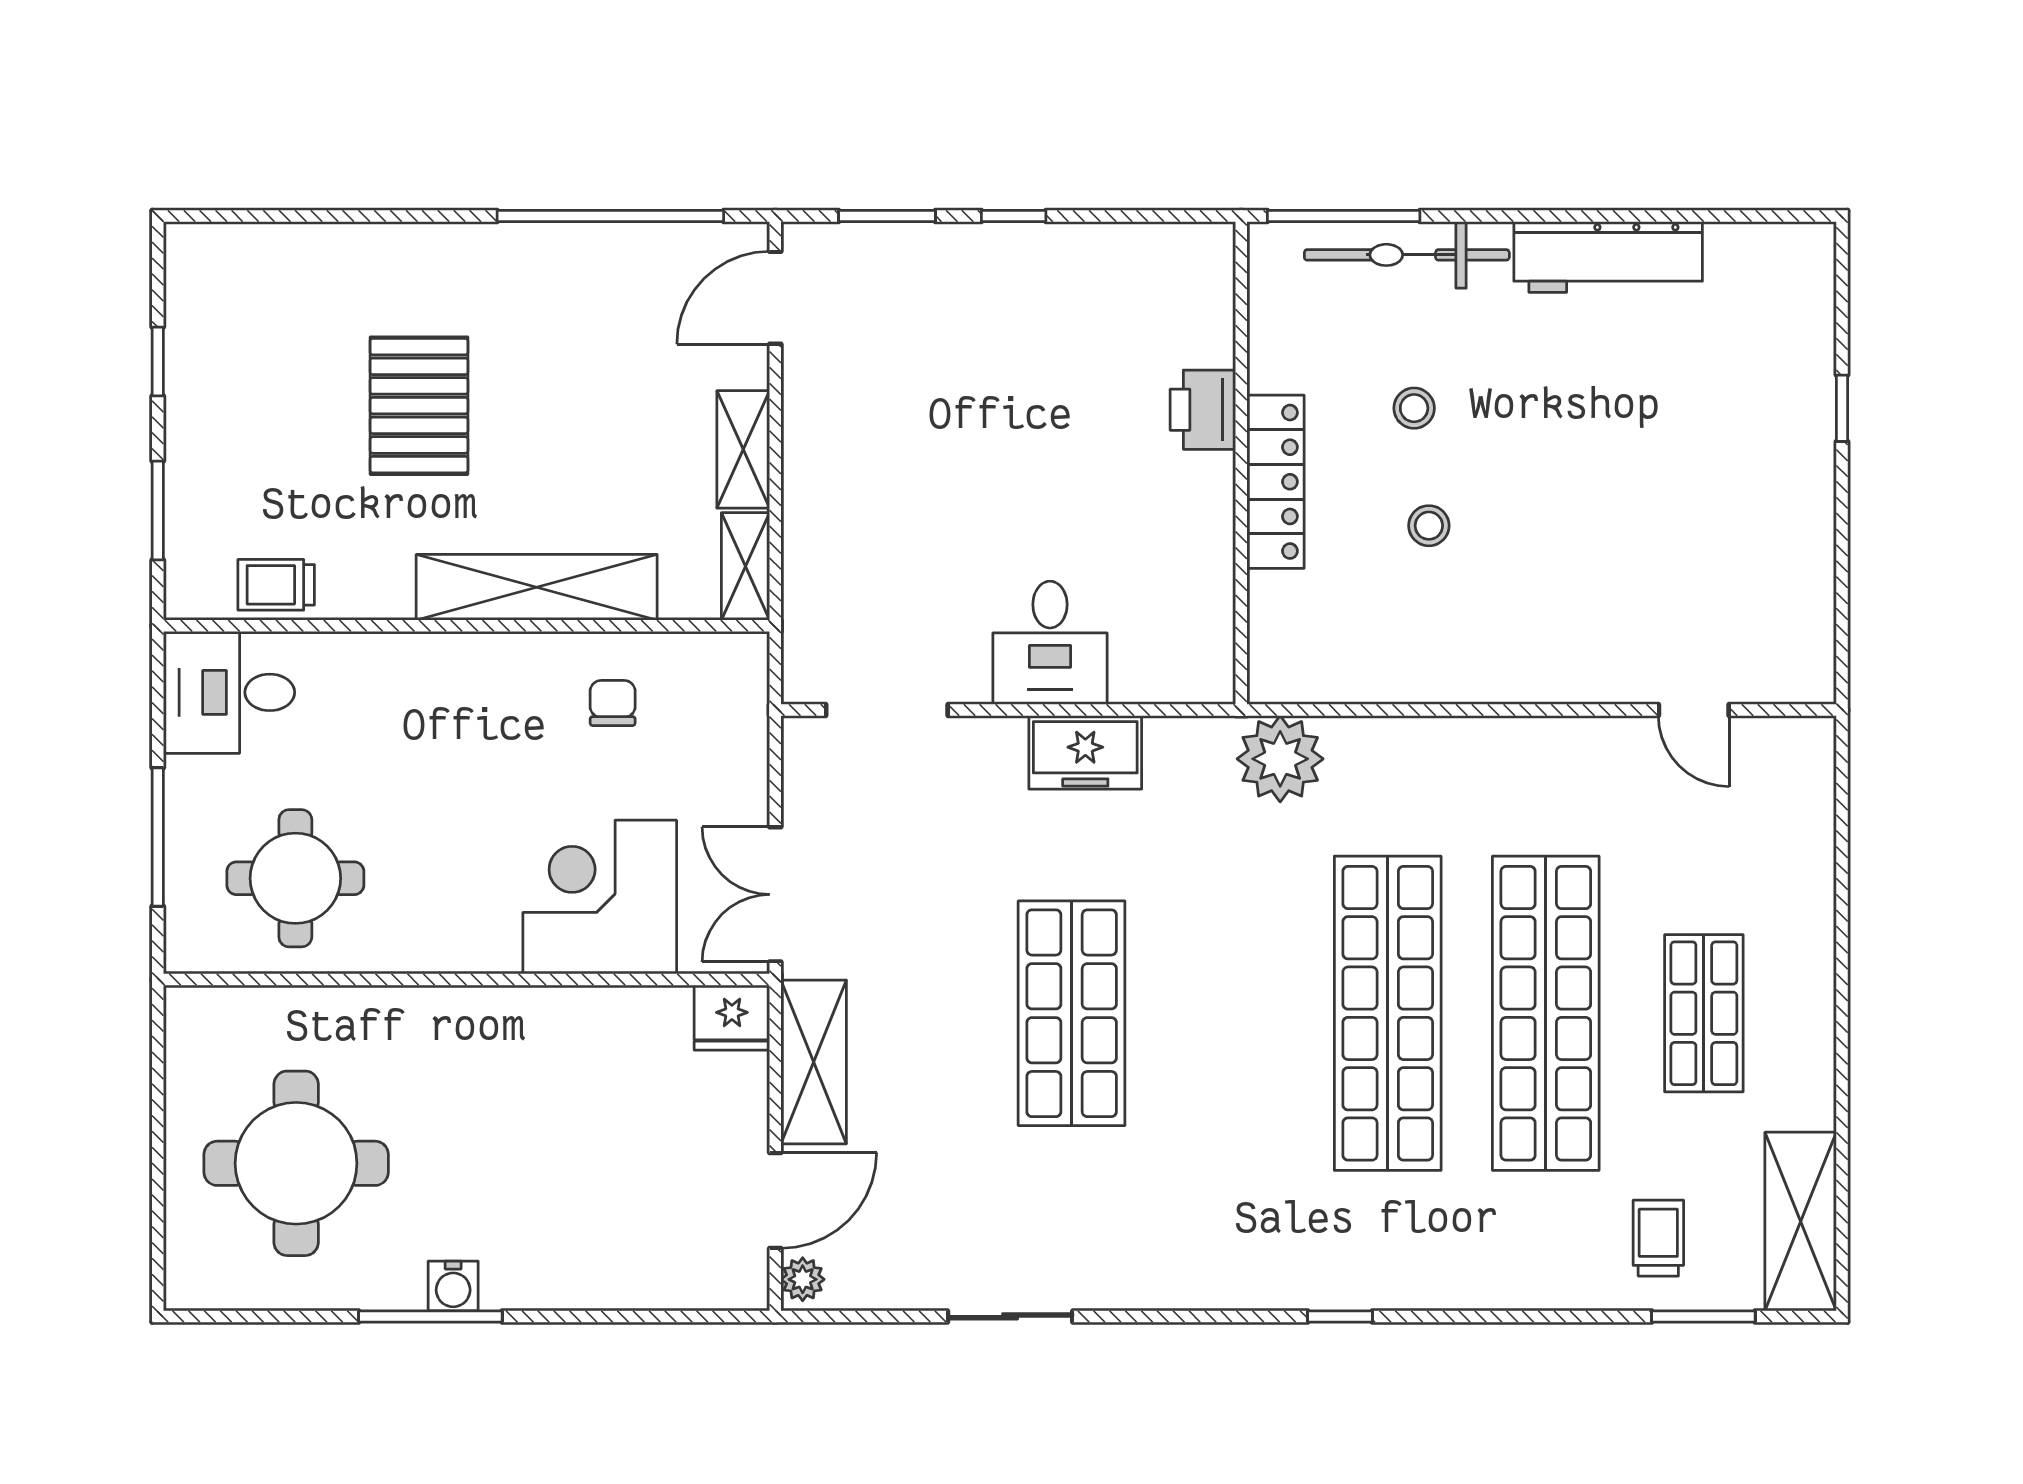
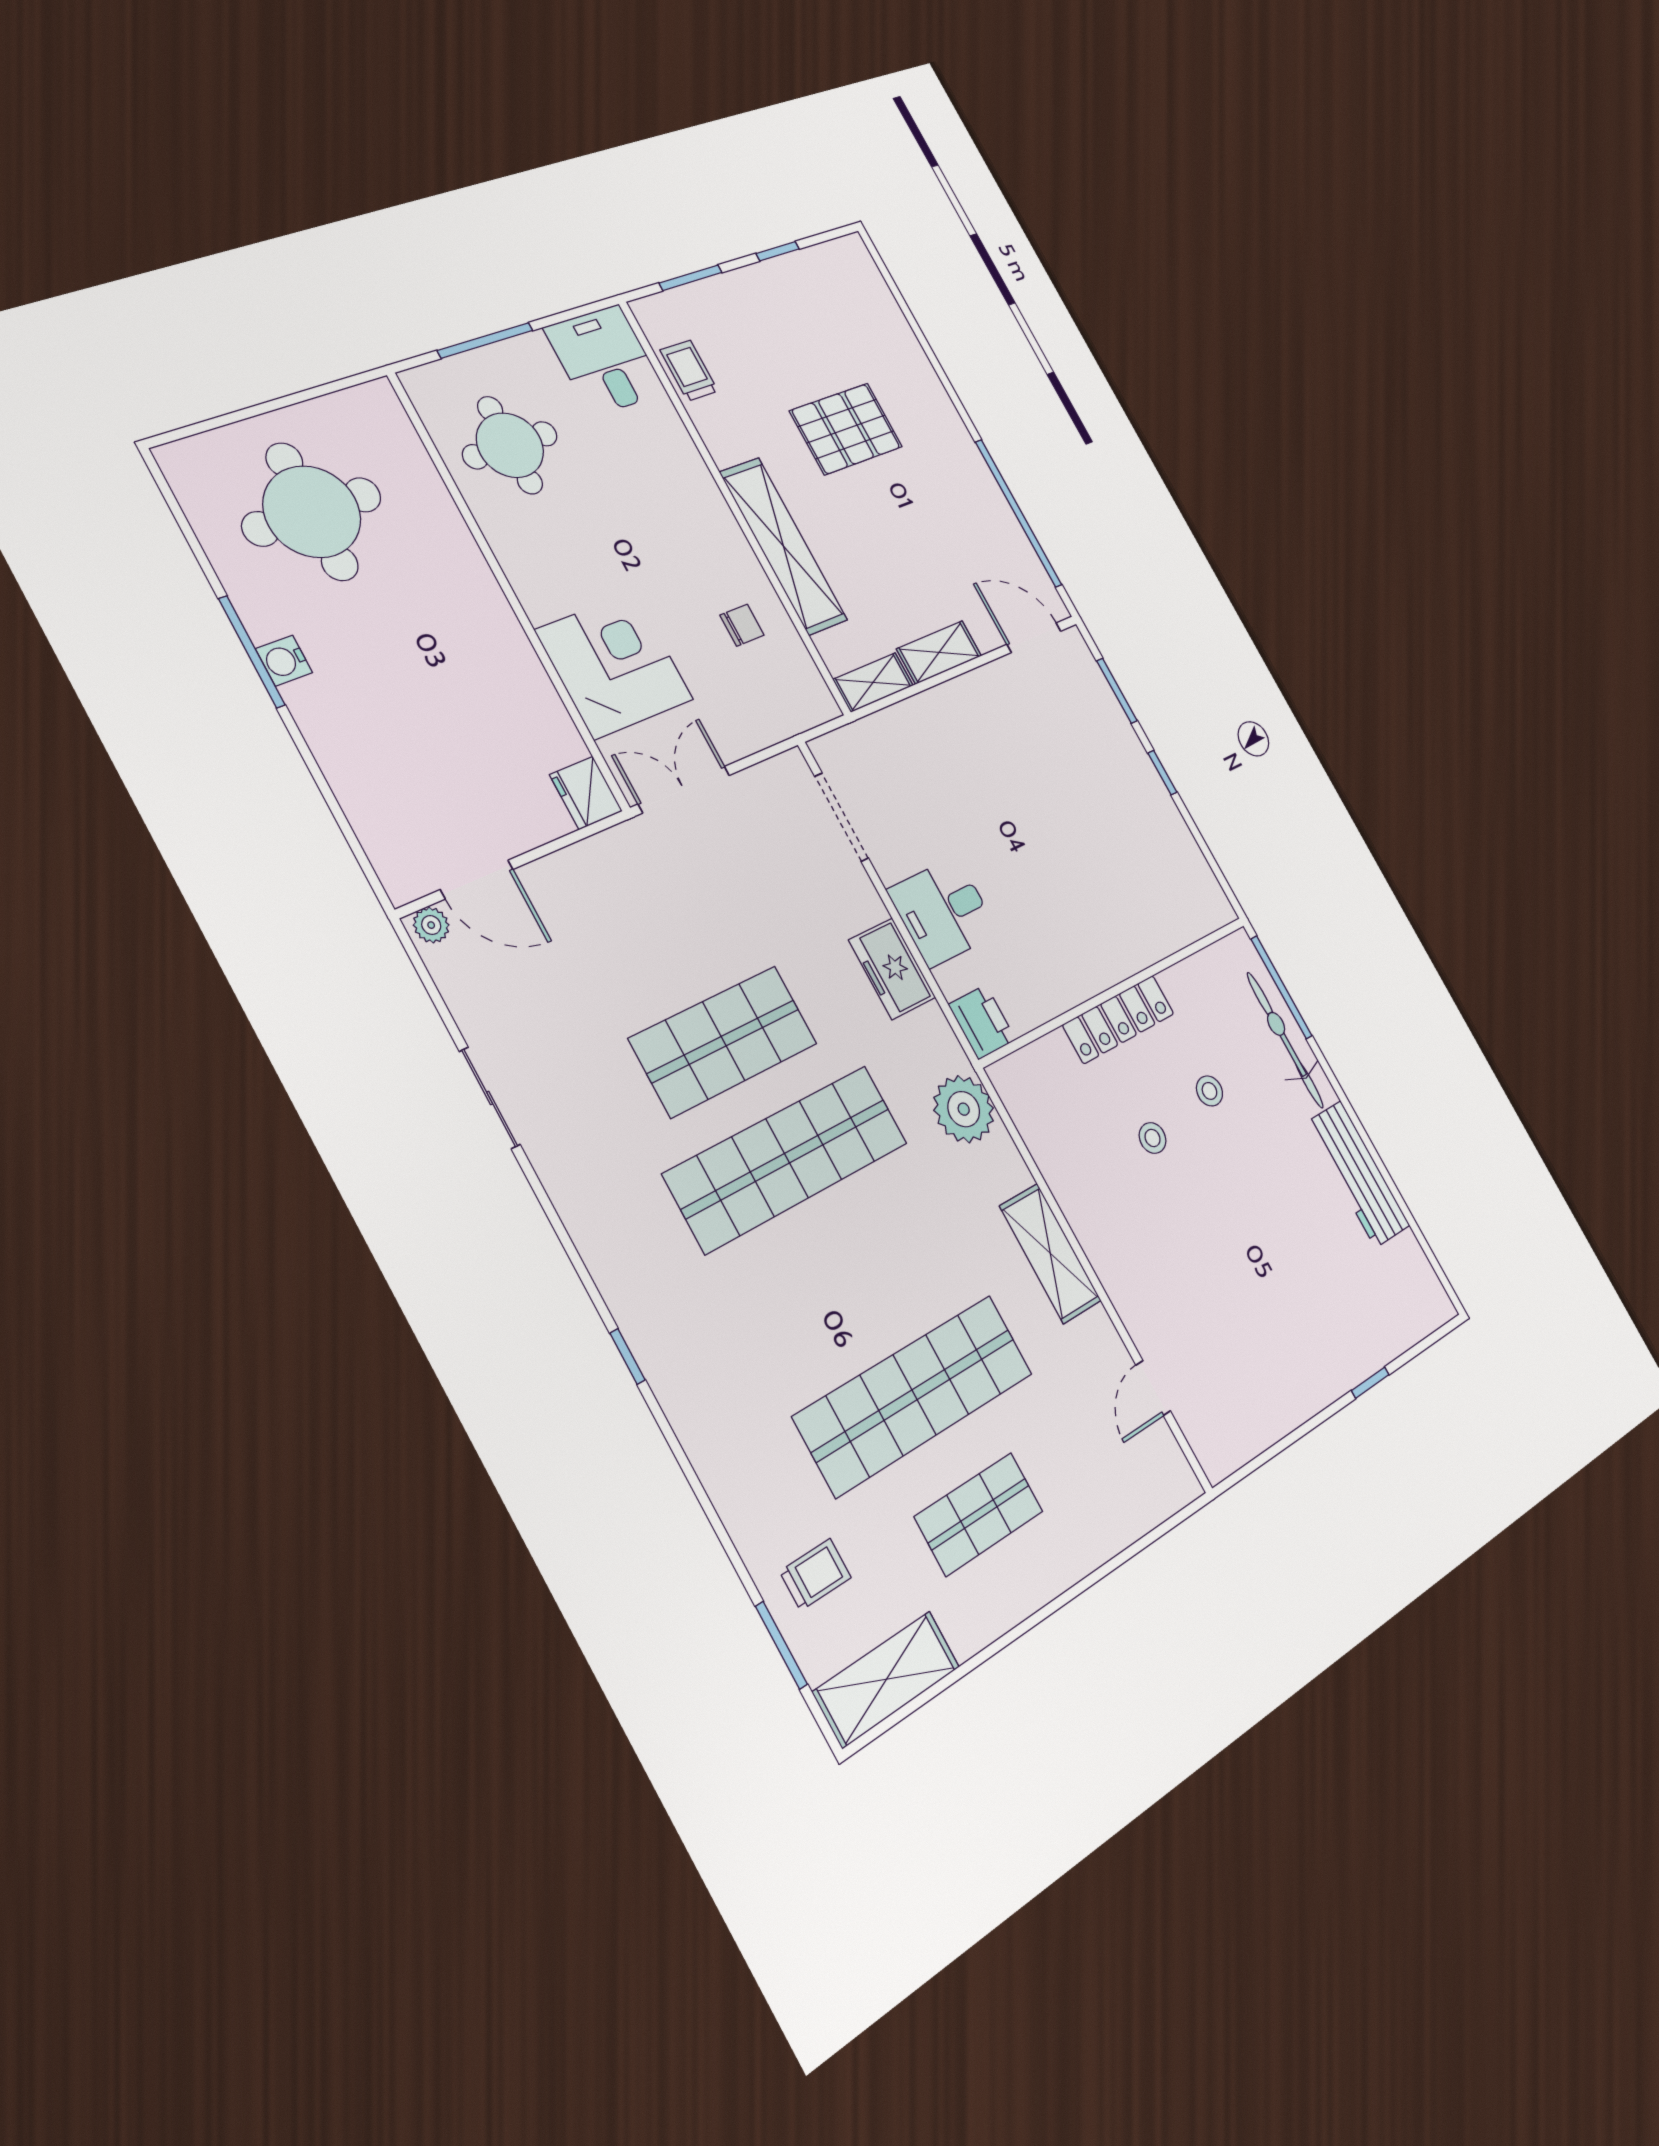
printer: (1203, 410) -> (982, 1022), moved, turned 90
shop shelf: (1388, 1013) -> (787, 1158), moved
shelving: (814, 1062) -> (1050, 1253), moved, turned 90

